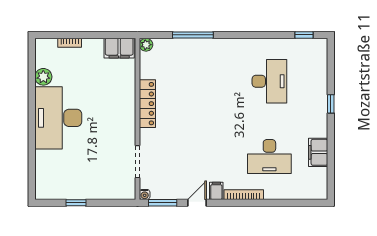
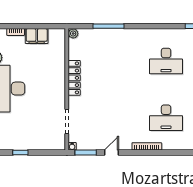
filing cabinet: (119, 48) -> (37, 36), moved
desk: (269, 81) -> (166, 61), turned 90
filing cabinet: (216, 191) -> (126, 144), removed

